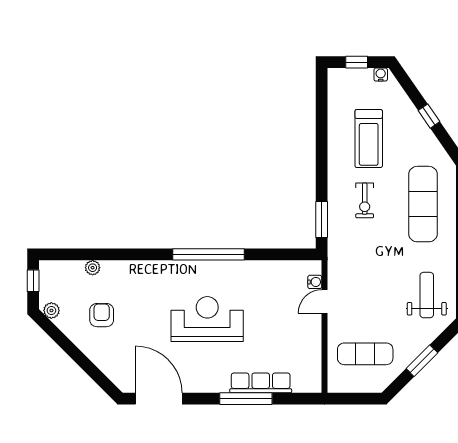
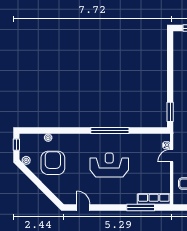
armchair: (102, 315) -> (53, 163), width x1.88, depth x1.88
row of seats: (261, 383) -> (154, 199), moved
door: (159, 399) -> (83, 207), width x0.53
window: (246, 399) -> (141, 207), moved

